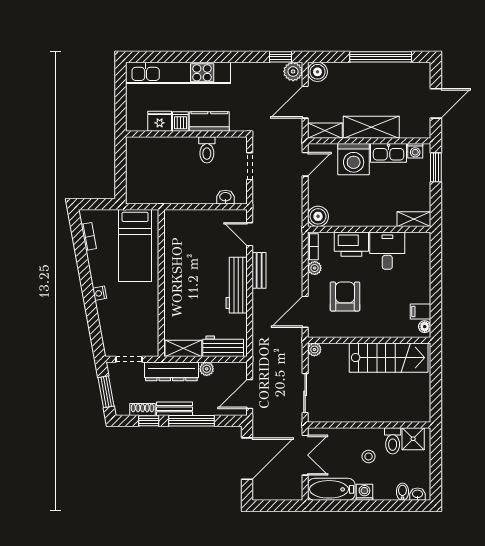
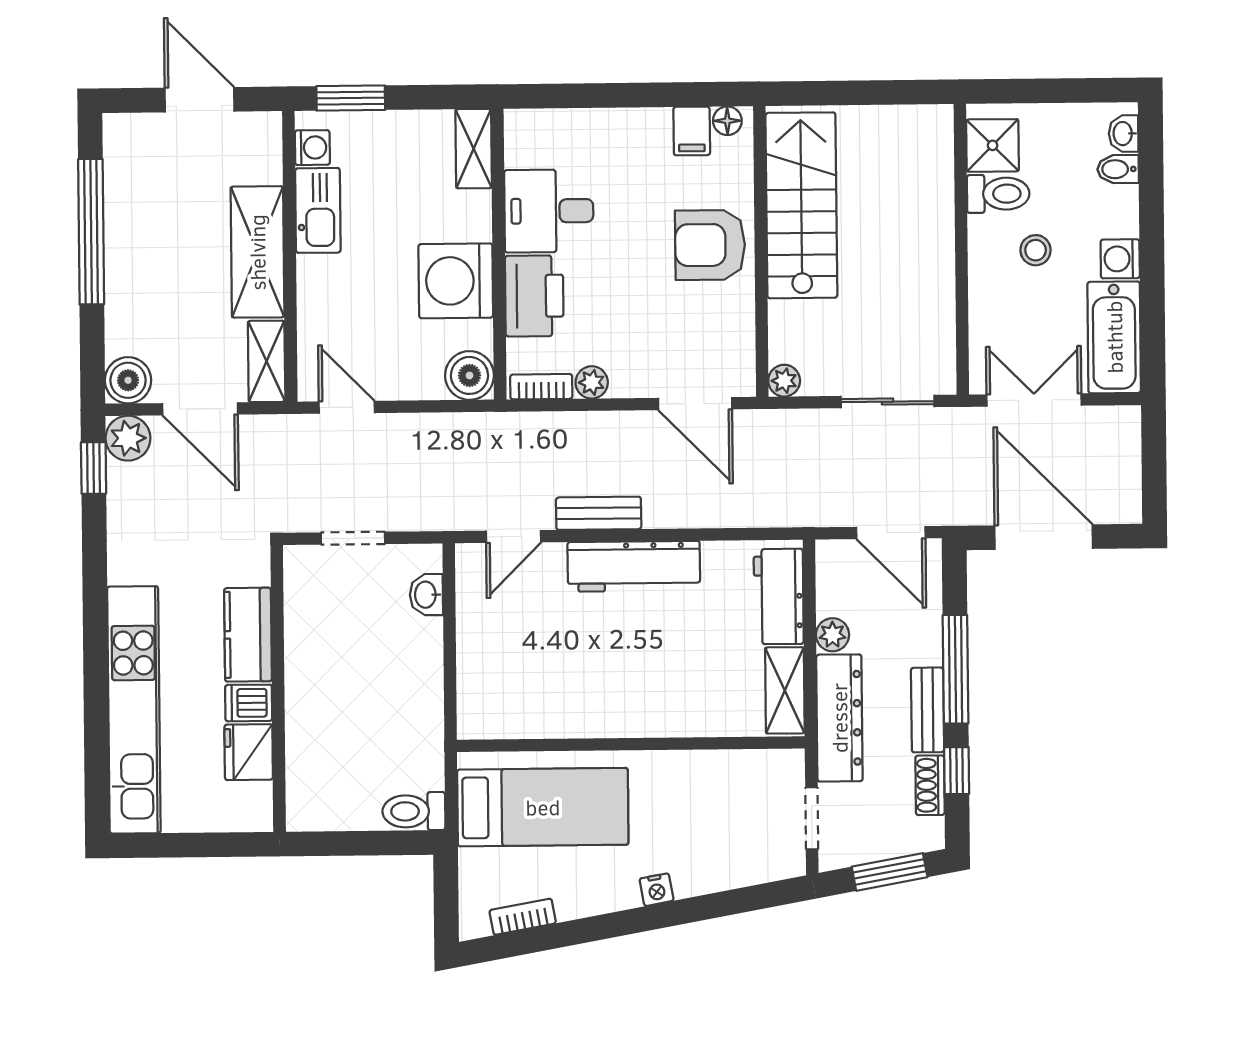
toilet: (207, 150) -> (414, 811), moved, turned 180
washing machine: (354, 159) -> (456, 281), moved, turned 180
armchair: (345, 297) -> (710, 245), moved

